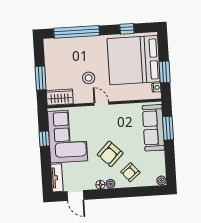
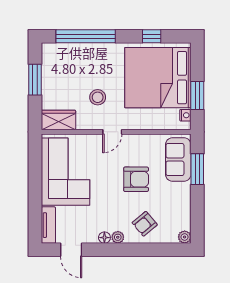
window: (41, 78) -> (35, 80), moved
door: (101, 104) -> (112, 132), swing flipped
sofa: (153, 128) -> (178, 159), width x0.73
window: (44, 139) -> (35, 173), removed
armchair: (110, 154) -> (136, 179), moved, turned -135

